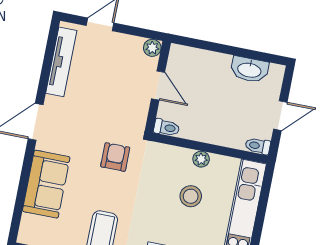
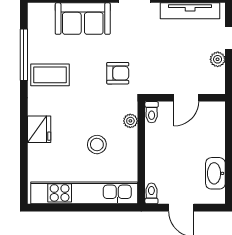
plant: (152, 48) -> (218, 59), moved
plant: (201, 159) -> (130, 121), moved

